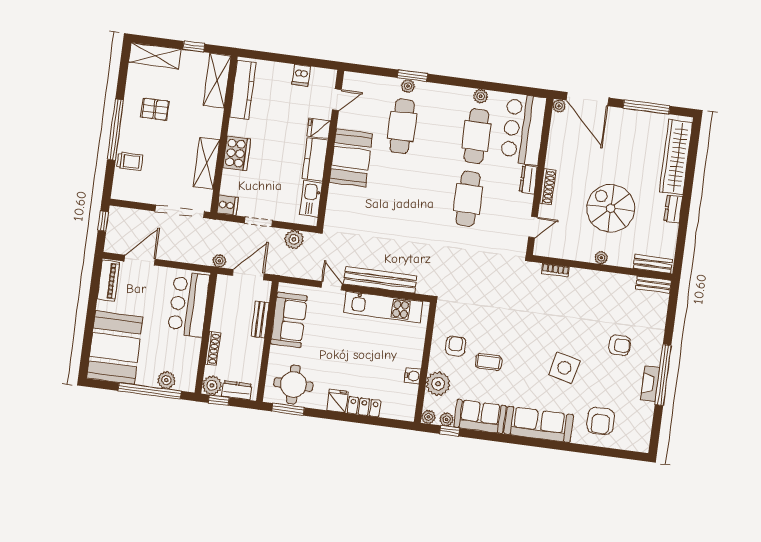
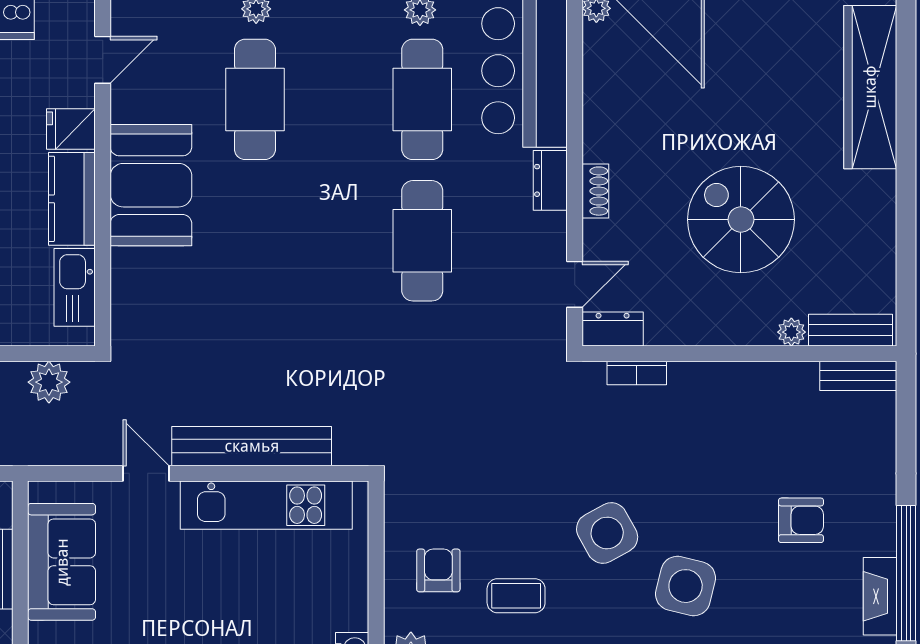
shoe rack: (548, 187) -> (595, 191), width x0.70
dresser: (673, 209) -> (613, 329), moved, turned 90
plant: (601, 258) -> (791, 332), moved
side table: (533, 339) -> (607, 533), added

